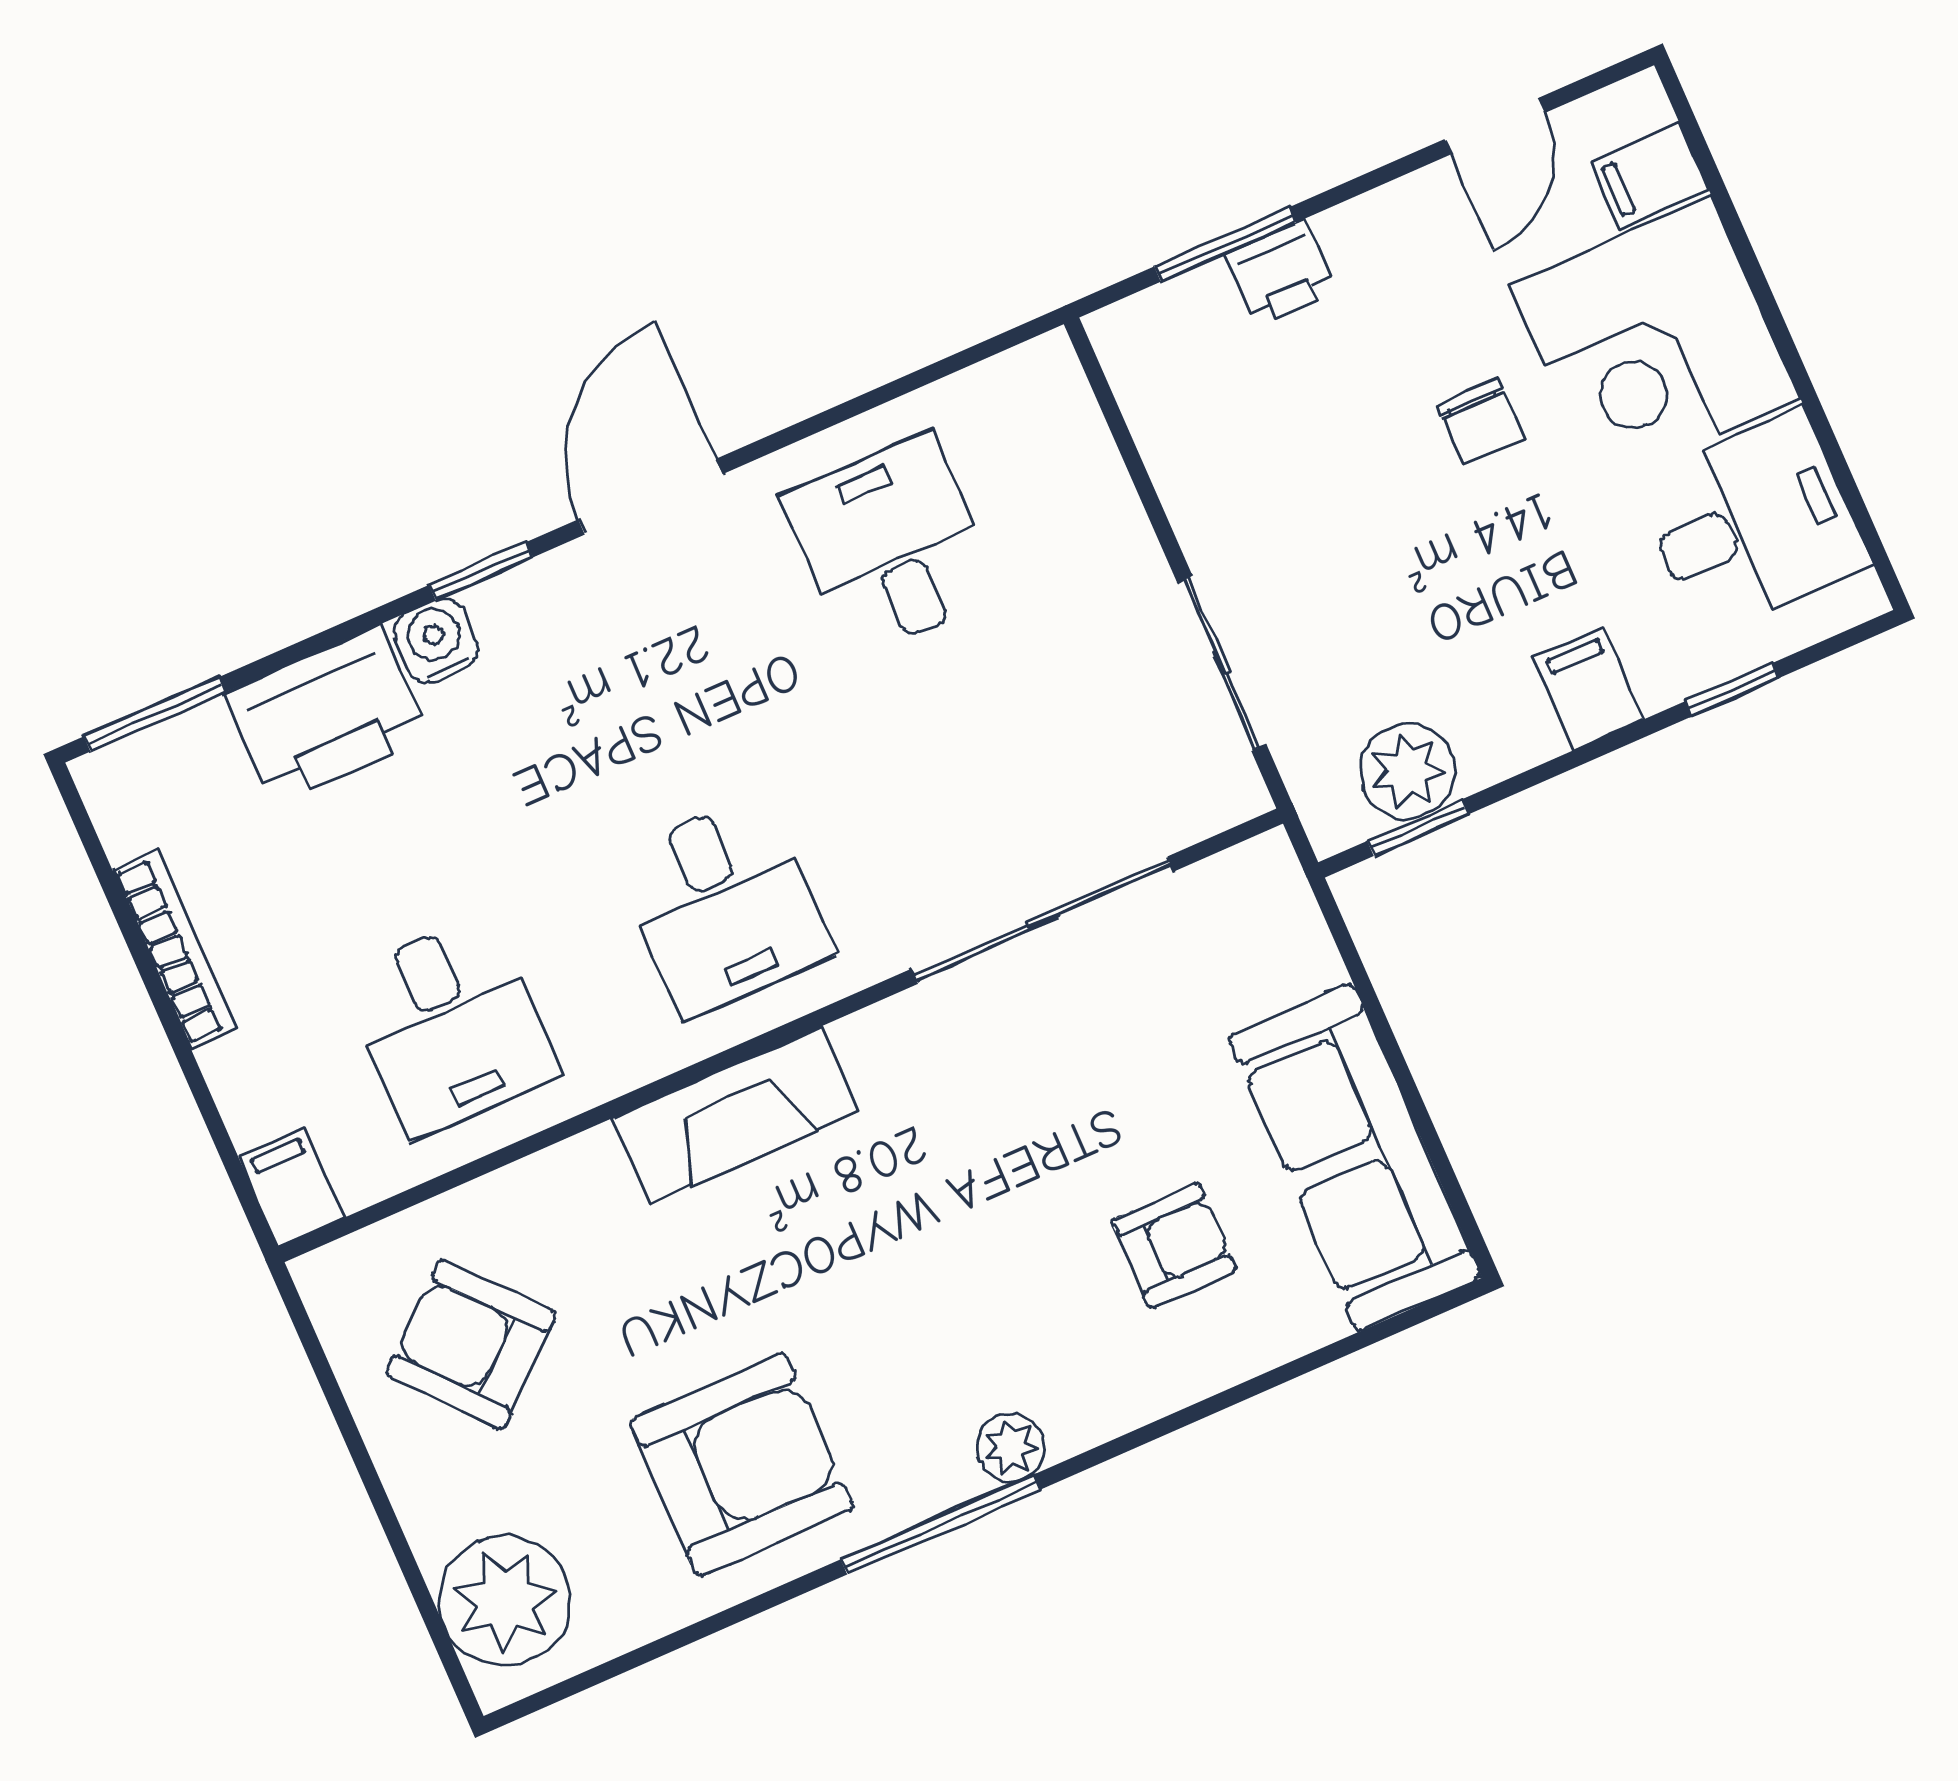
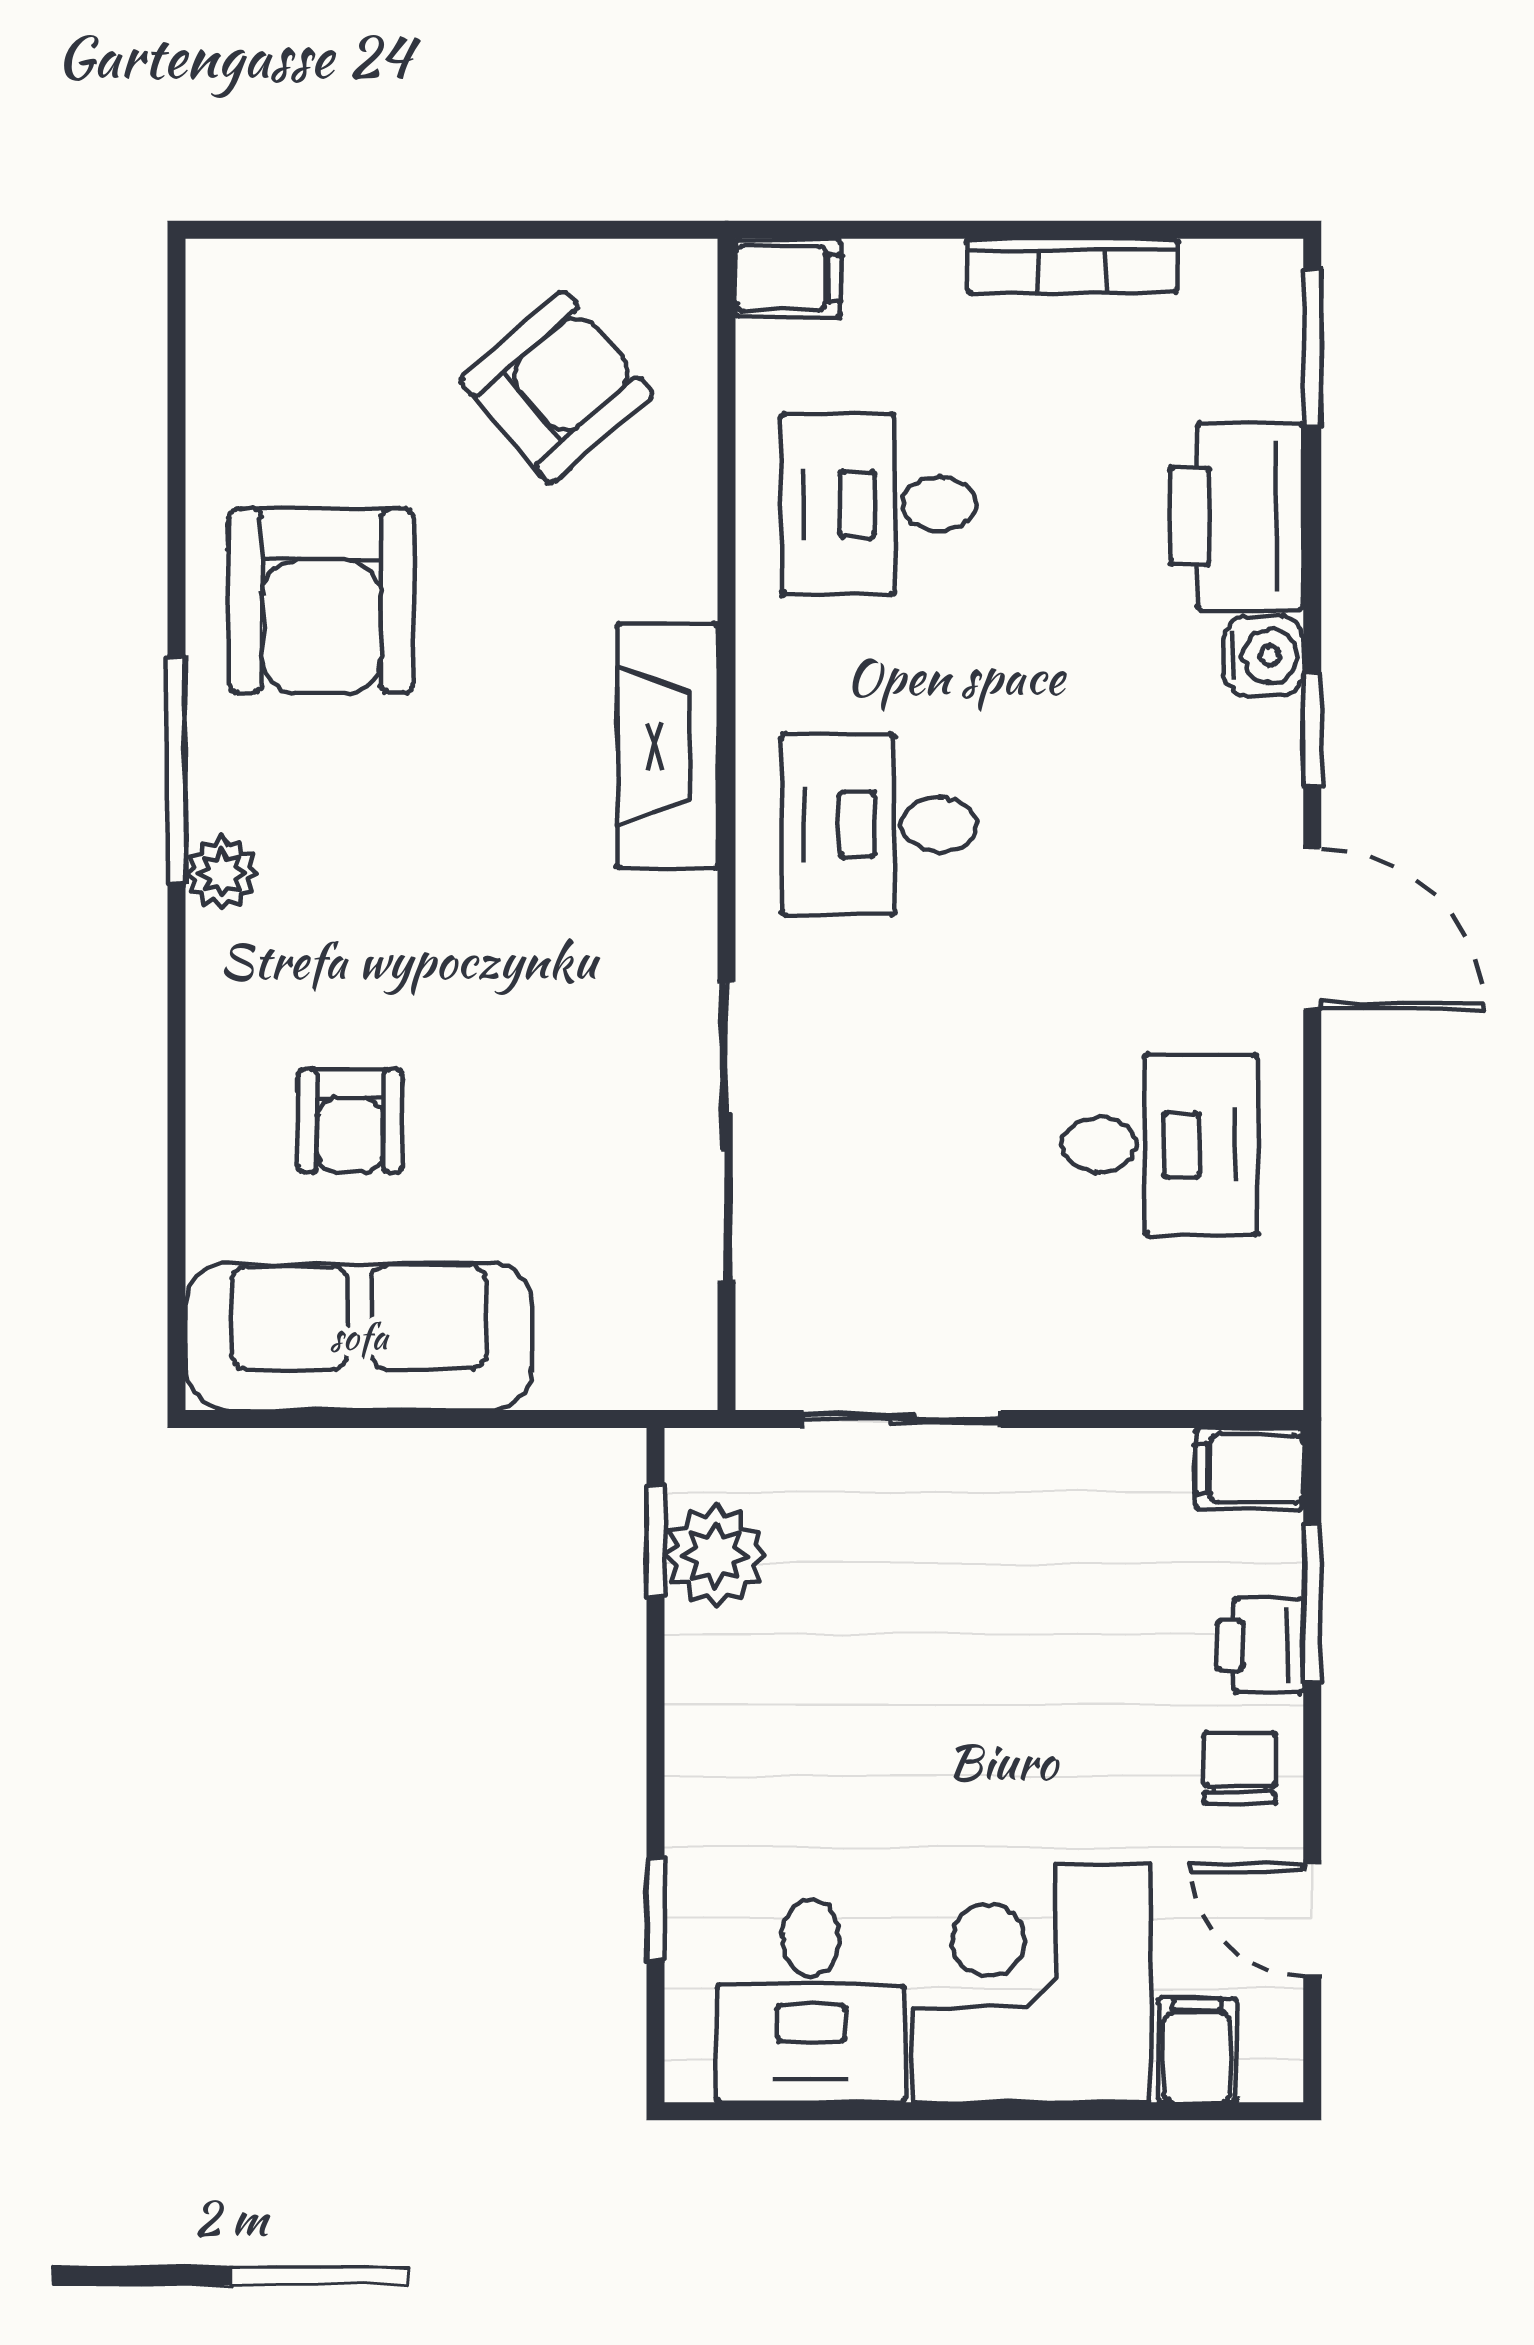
chair: (1480, 422) -> (1240, 1768), moved, turned 90
filing cabinet: (1589, 688) -> (1249, 1469), moved, turned 180
plant: (505, 1601) -> (289, 309), removed

